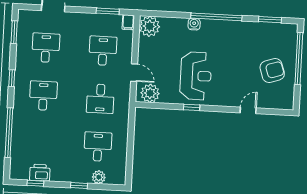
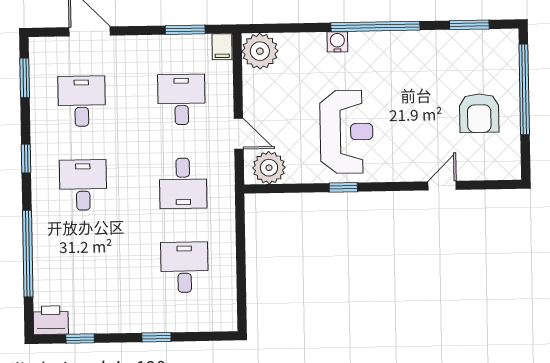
armchair: (272, 71) -> (479, 113), turned 108
printer: (40, 173) -> (51, 320), moved
plant: (99, 177) -> (190, 320), removed

